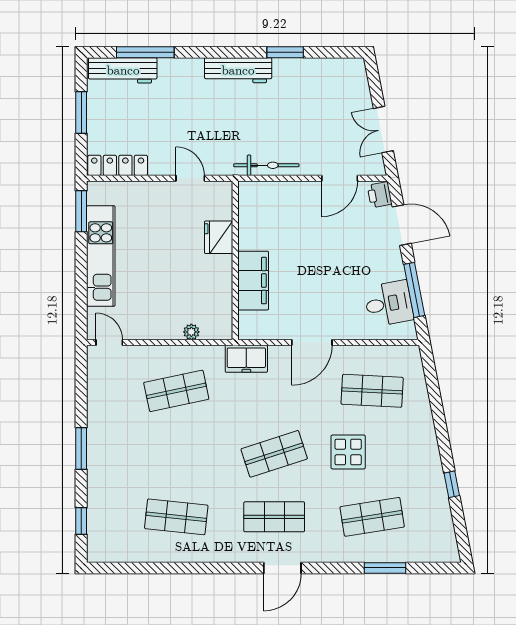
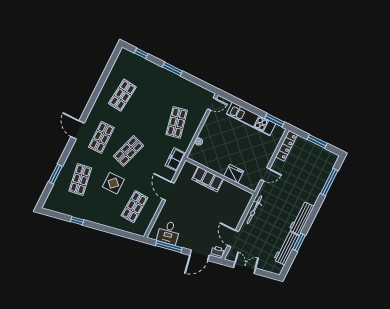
workbench: (123, 70) -> (286, 248), moved
shop shelf: (274, 454) -> (128, 151), turned 36

